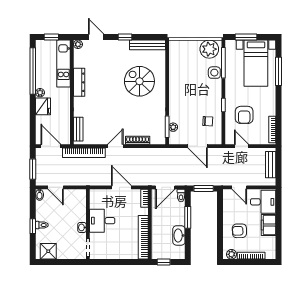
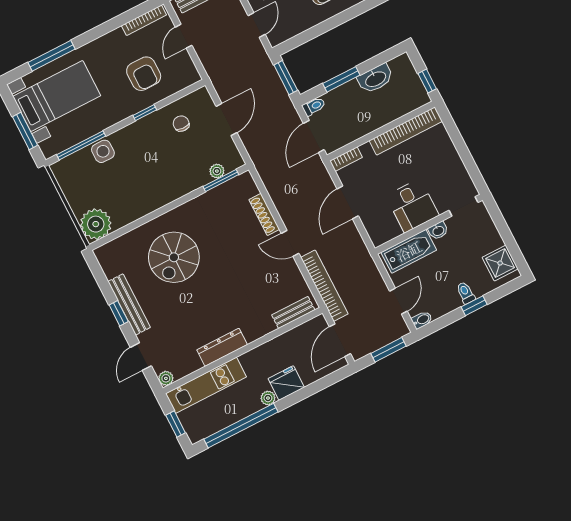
bench: (148, 45) -> (129, 304), moved
plant: (209, 49) -> (96, 224), moved
armchair: (244, 115) -> (144, 74), turned 90
door: (241, 146) -> (184, 36), moved
door: (165, 187) -> (314, 137), swing flipped
bathtub: (79, 206) -> (409, 251), added

